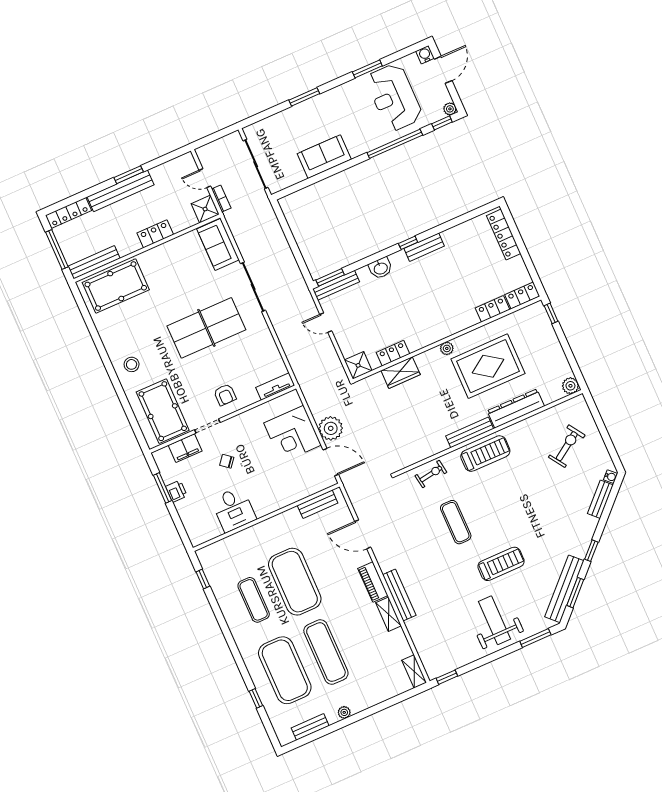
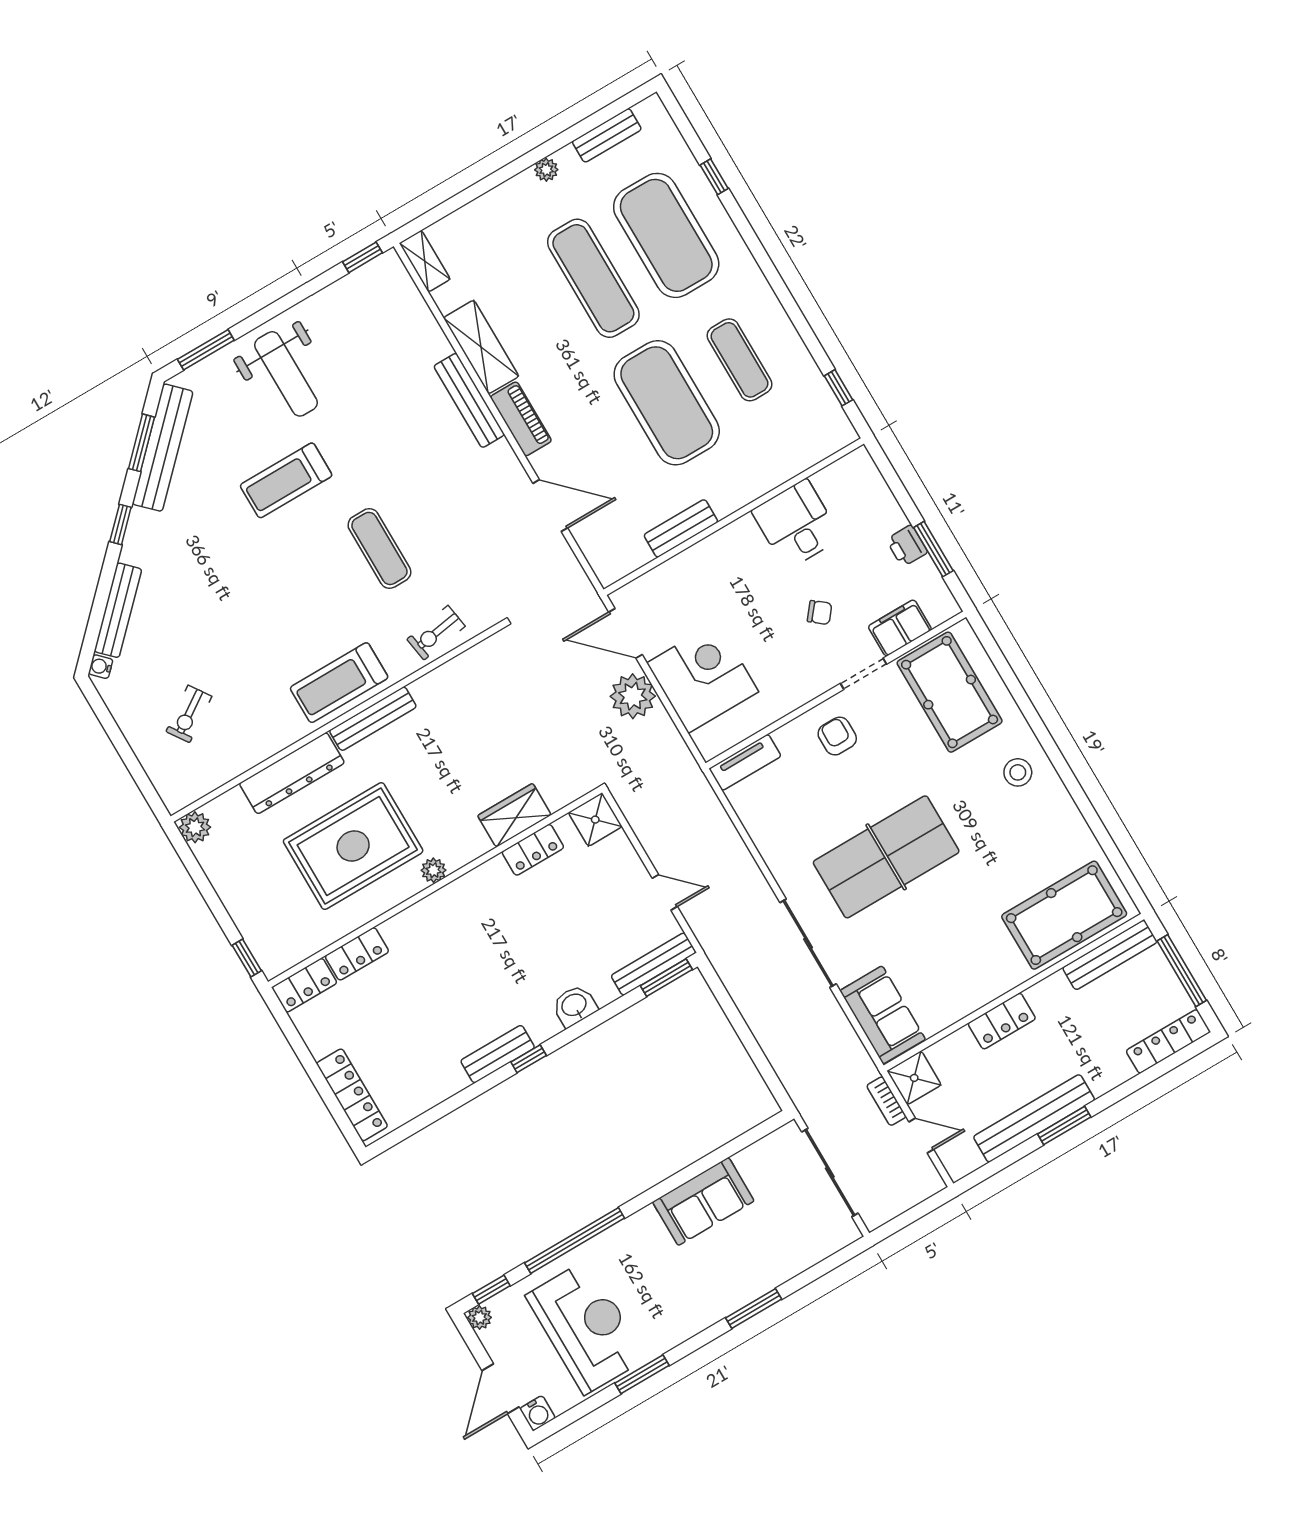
bench: (120, 191) -> (1034, 1118), moved
exercise bike: (567, 446) -> (189, 714), width x0.73, depth x0.72
bench: (600, 499) -> (118, 610), width x1.36
bench: (318, 504) -> (681, 528), moved
shelving: (389, 614) -> (481, 347), width x1.50, depth x1.33

